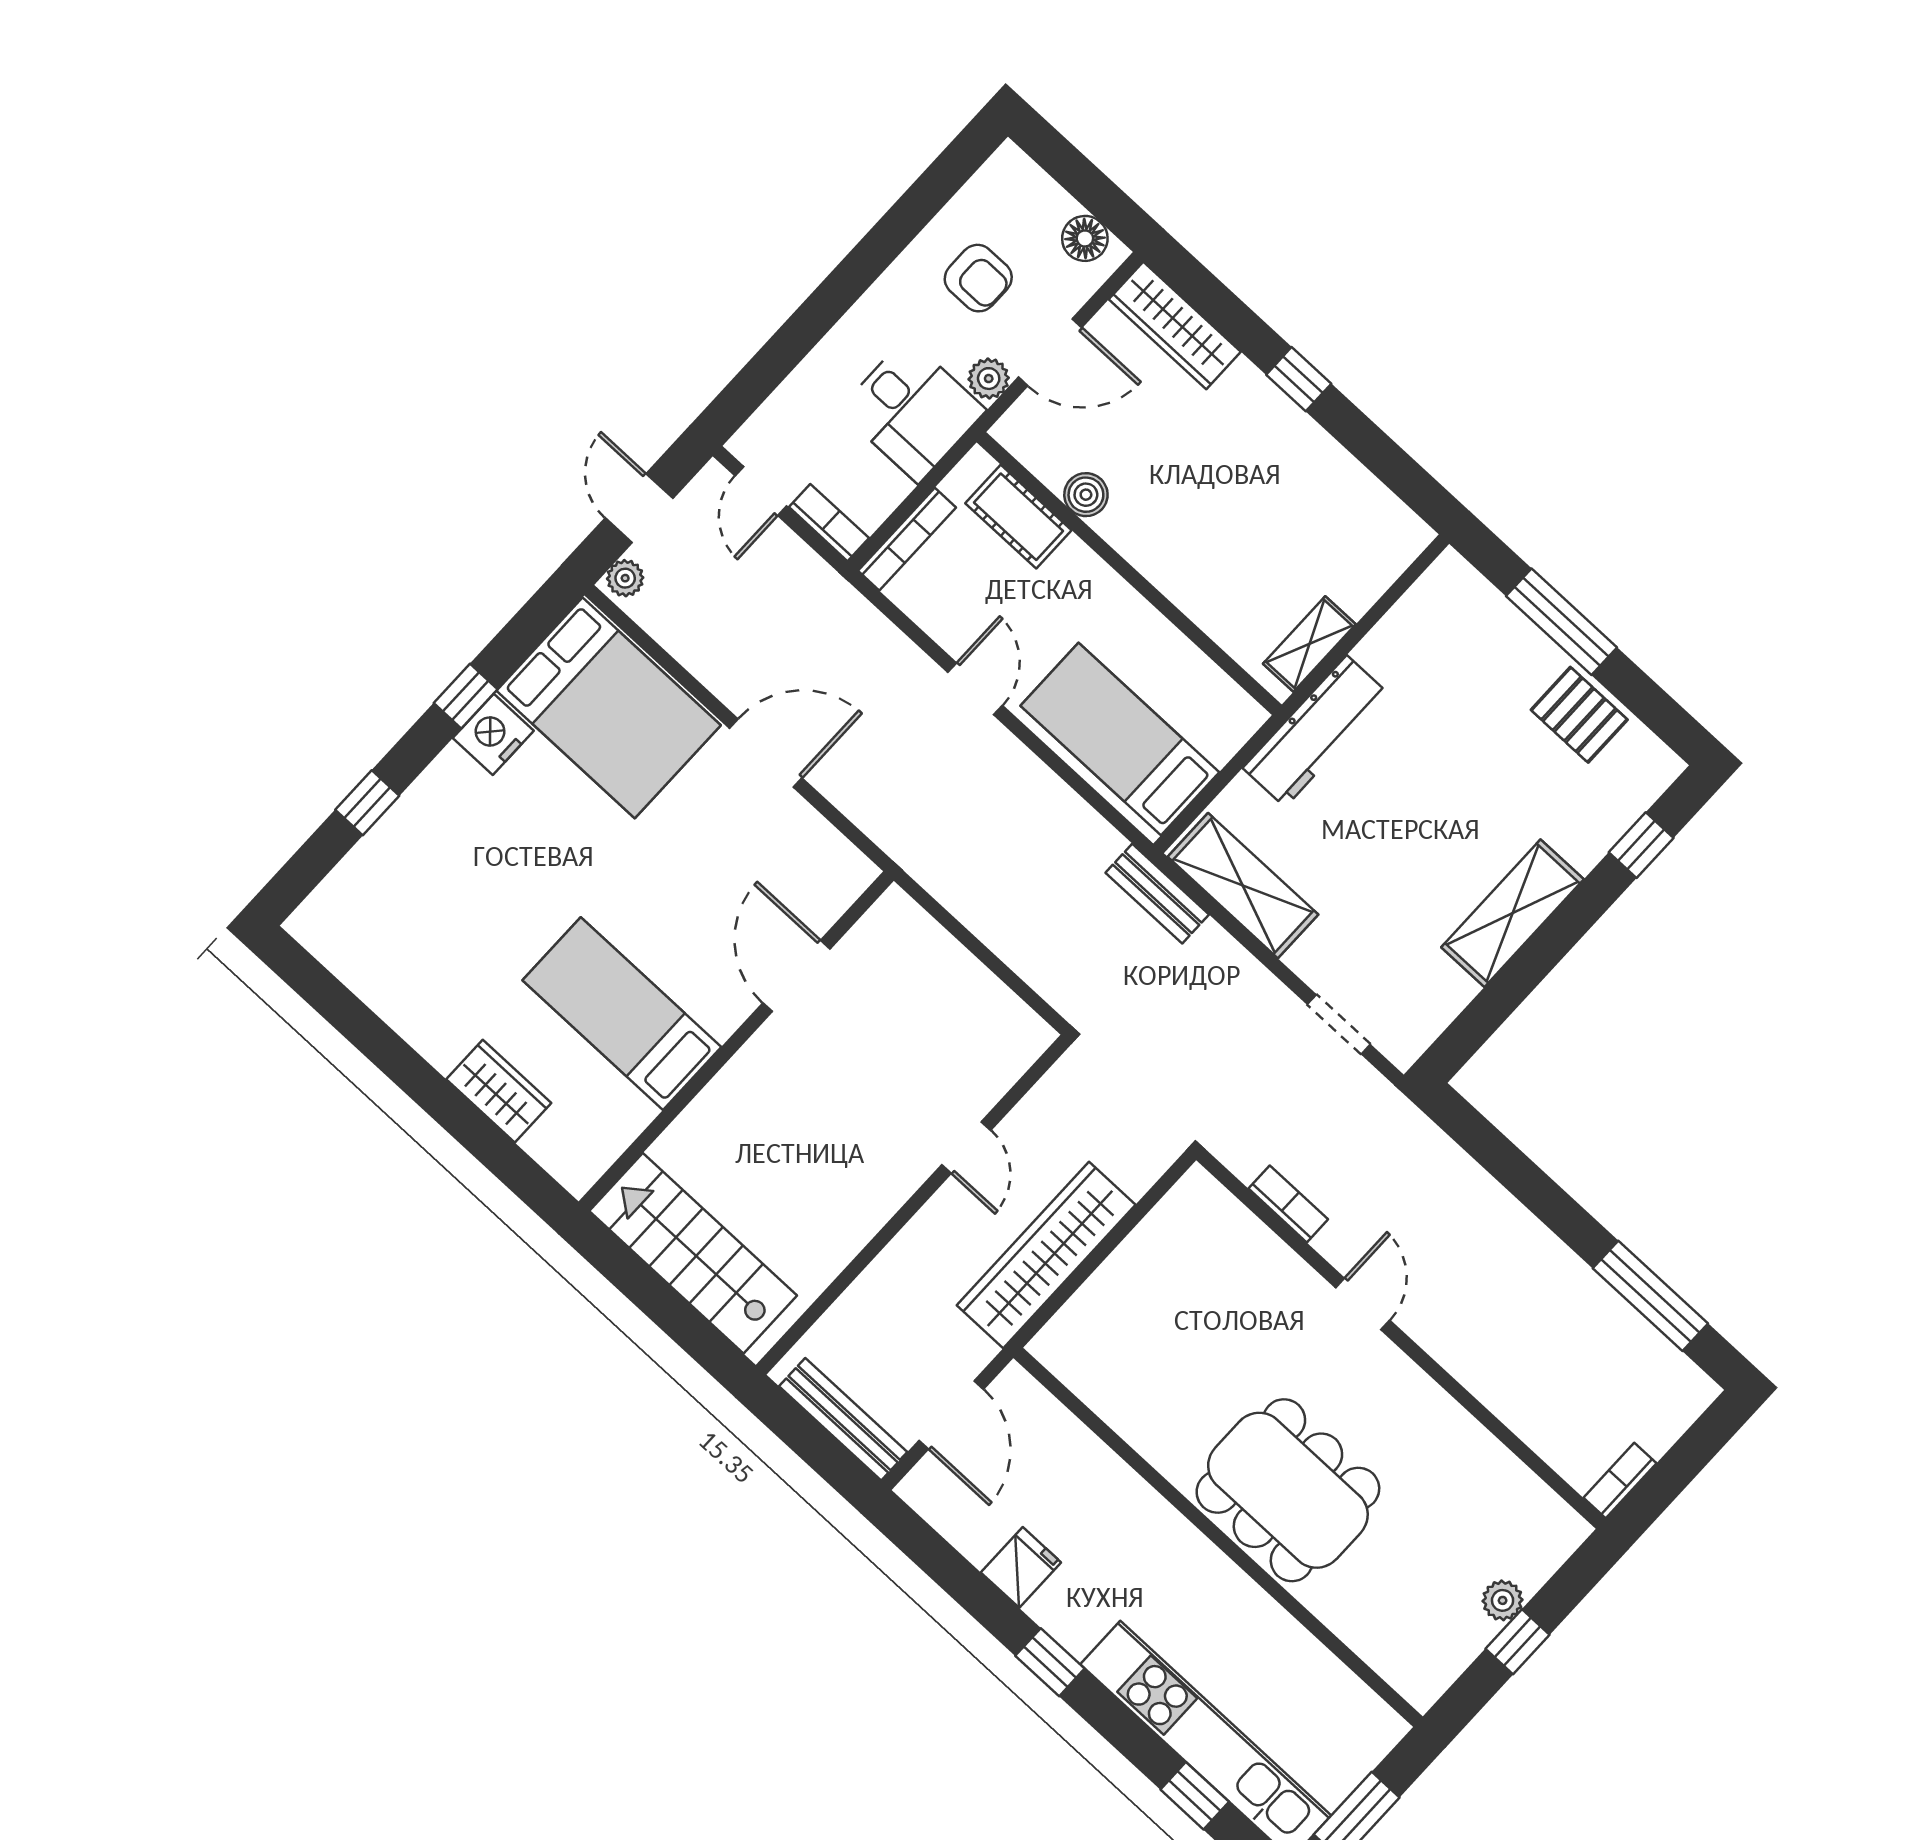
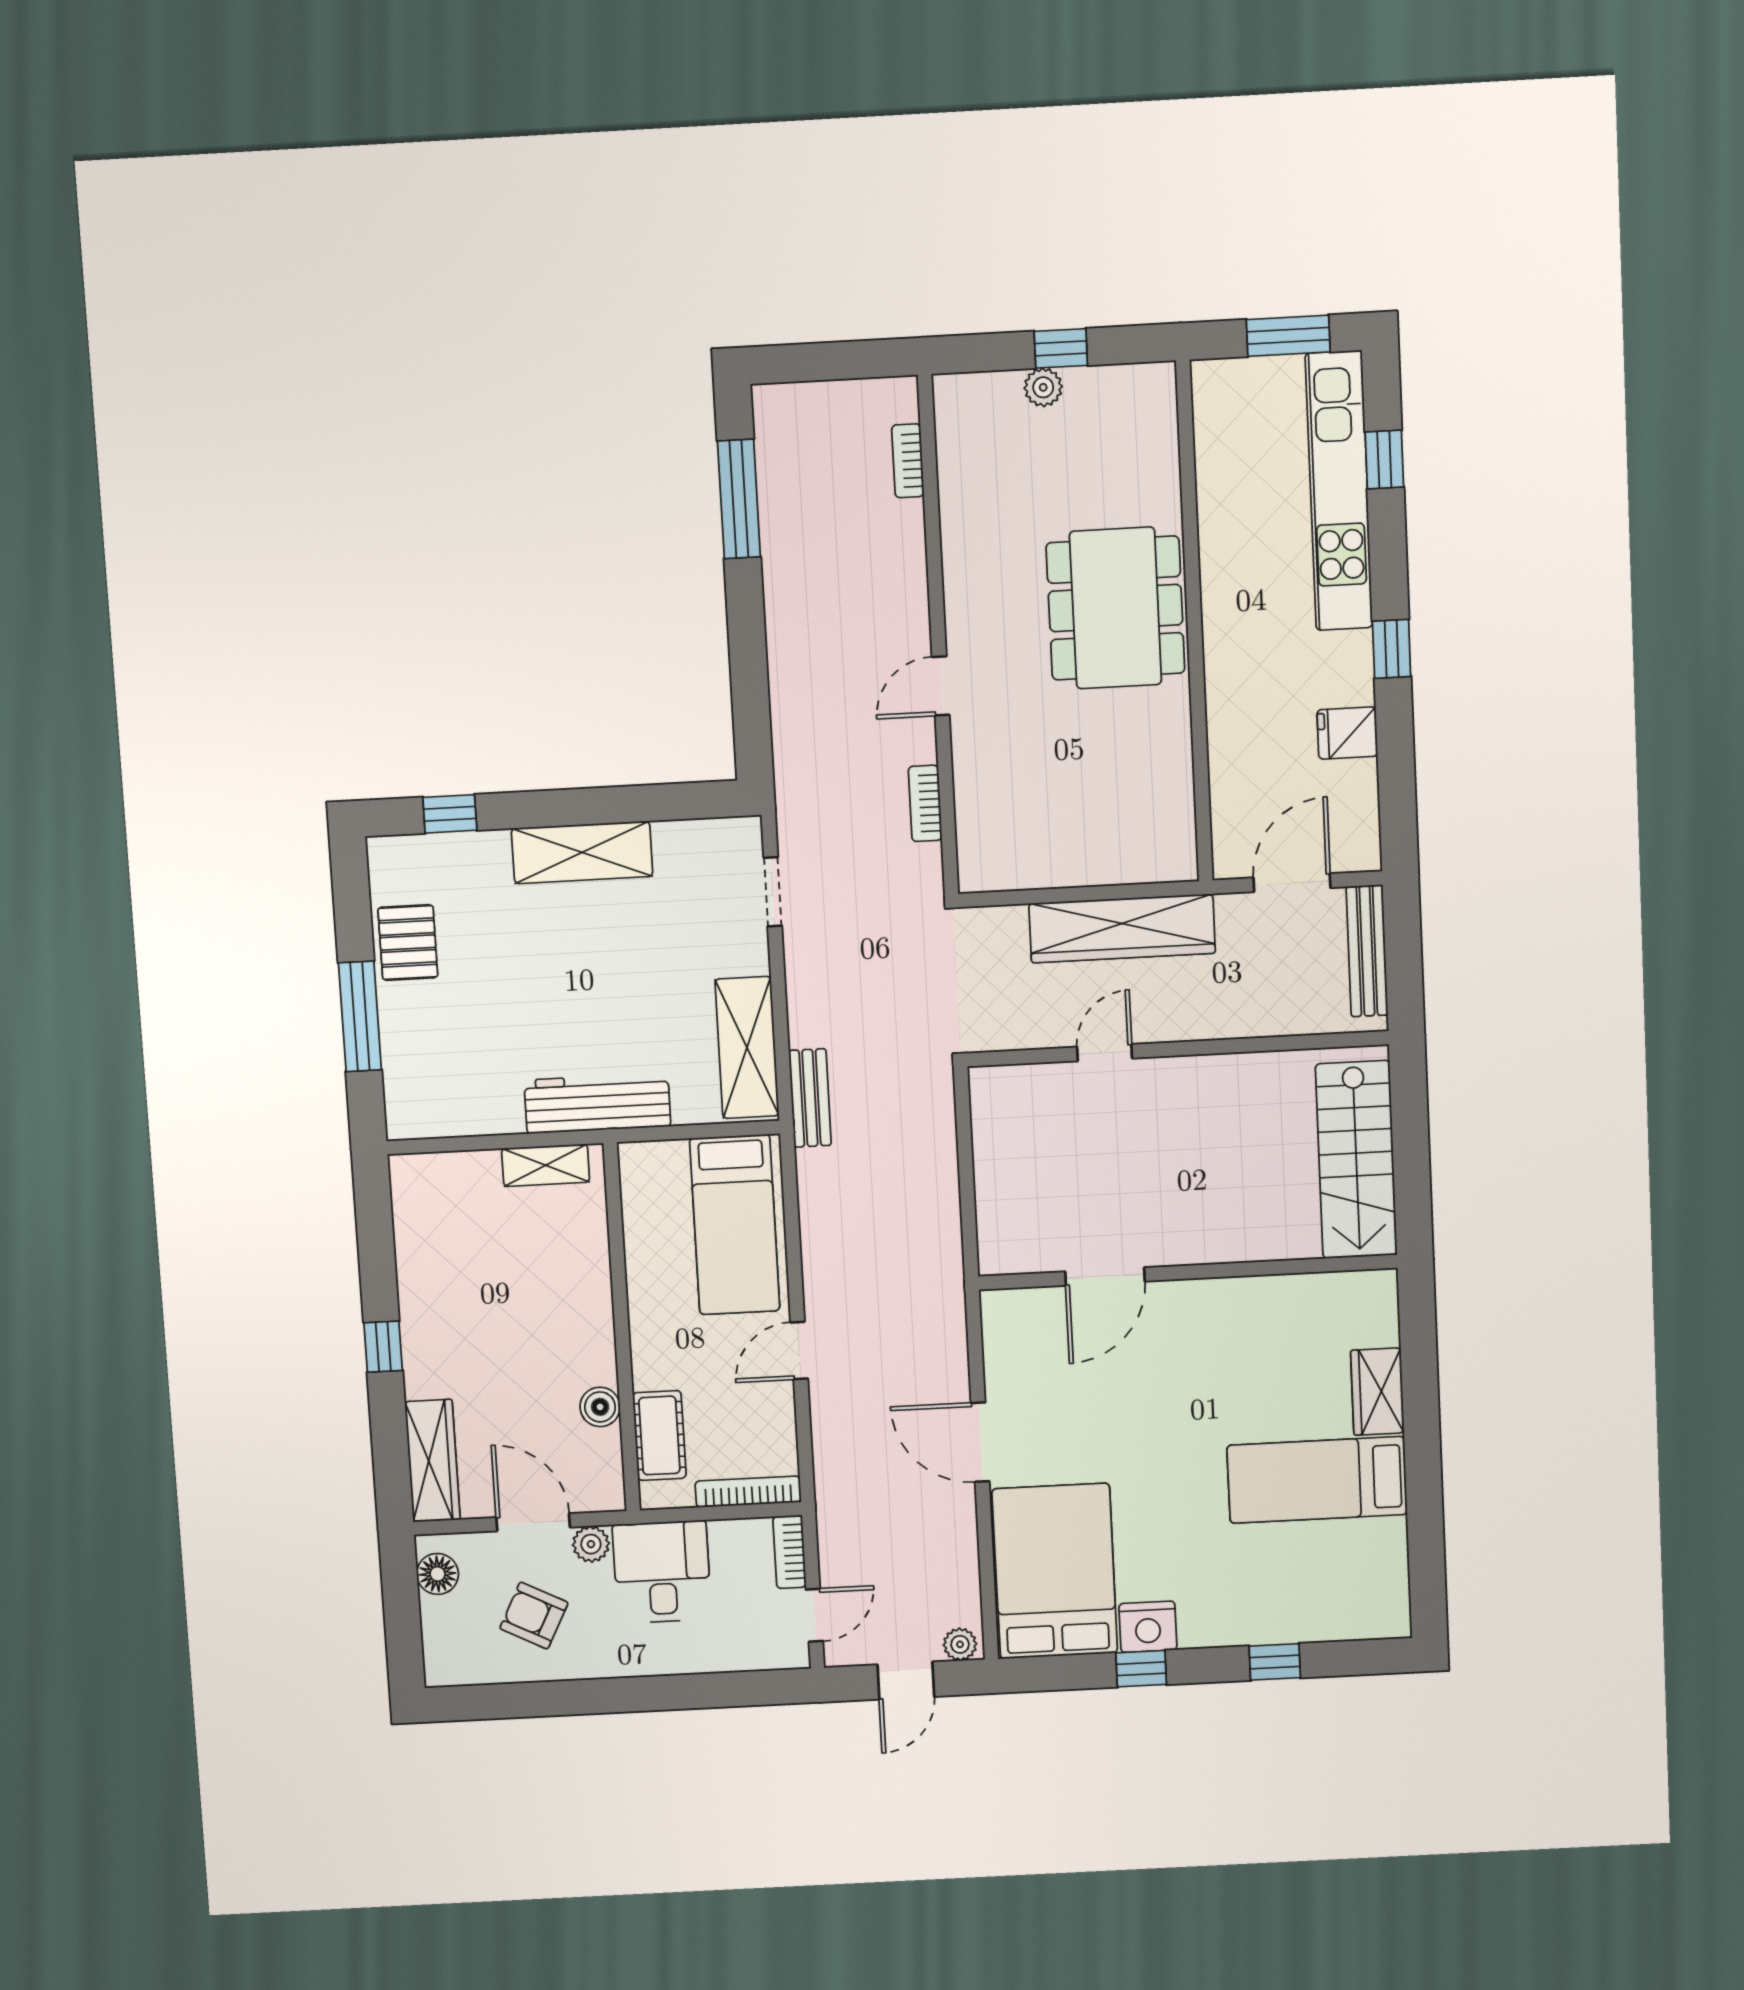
armchair: (978, 278) -> (534, 1616), turned -63
bed: (622, 1014) -> (1317, 1480), moved, turned 90
bookcase: (1620, 1481) -> (908, 461), moved, turned 90

